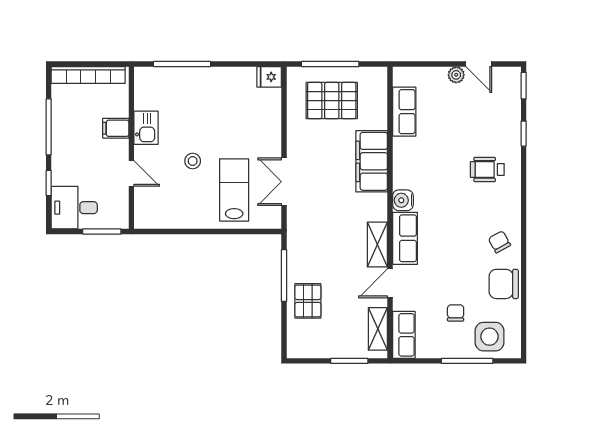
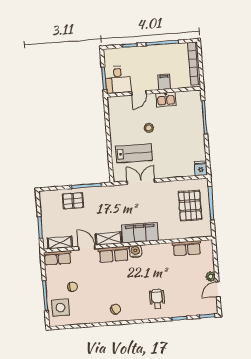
filing cabinet: (372, 161) -> (140, 233), moved
desk: (74, 208) -> (118, 80), moved, turned 180
chair: (504, 284) -> (92, 313), removed

